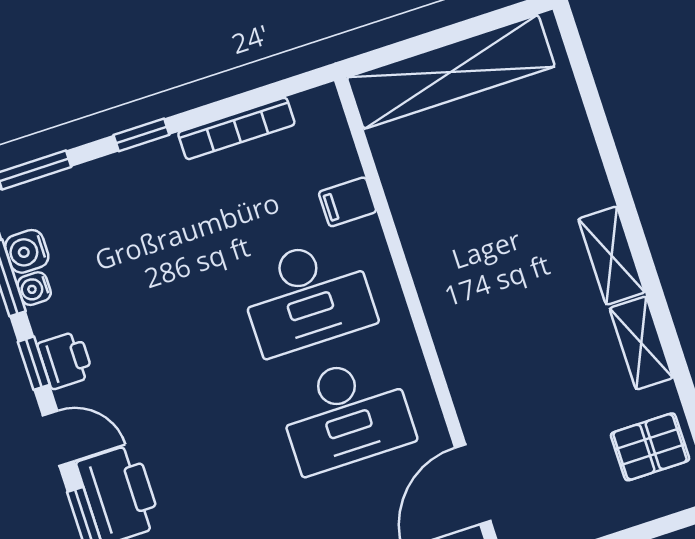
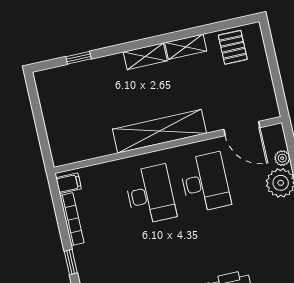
shelving: (451, 72) -> (159, 131), moved, turned 90
window: (594, 108) -> (78, 58), added
filing cabinet: (348, 202) -> (69, 183), moved, turned -90

